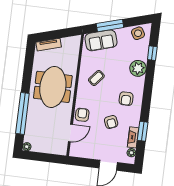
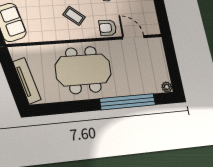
tv unit: (49, 45) -> (27, 80), width x1.41
coffee table: (96, 78) -> (74, 16), moved

